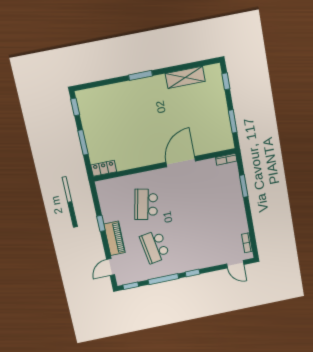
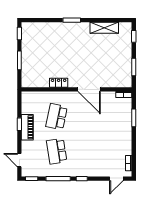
door: (181, 162) -> (89, 89), swing flipped
locker: (104, 168) -> (59, 83), moved
piano: (115, 238) -> (27, 127), moved
door: (235, 264) -> (116, 179), hinge flipped
door: (111, 267) -> (19, 160), hinge flipped

